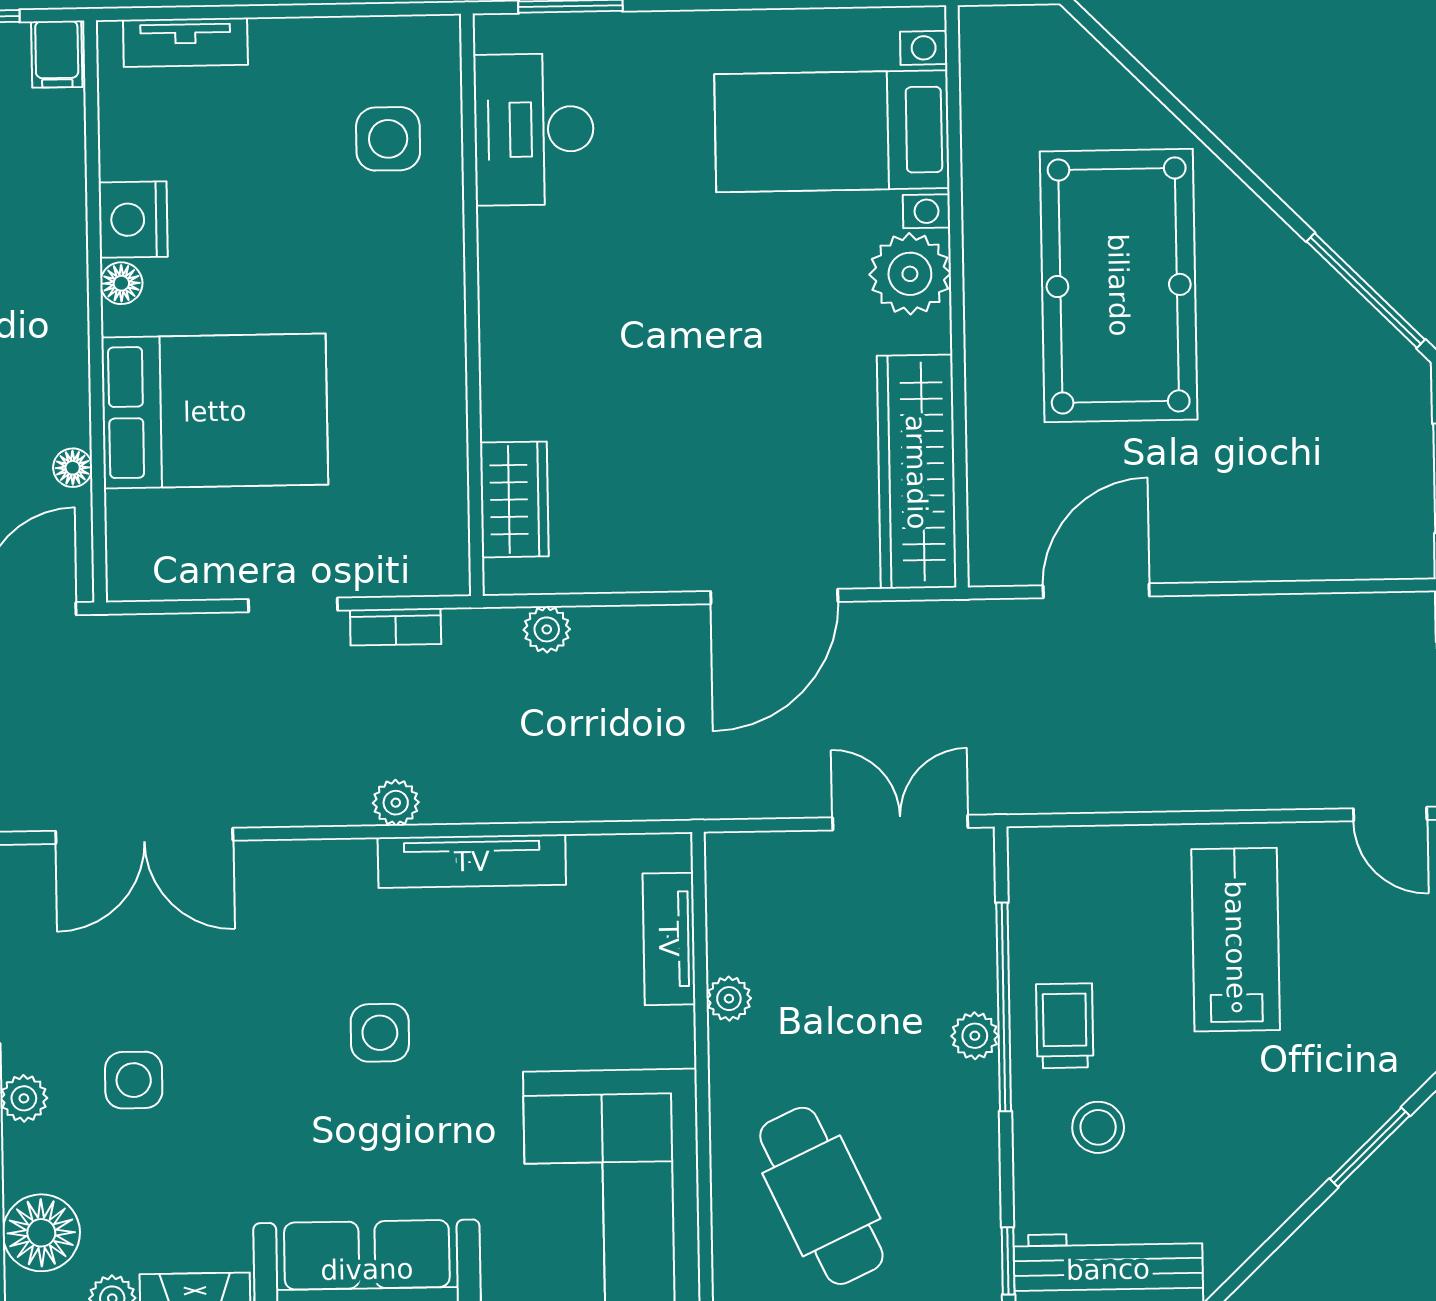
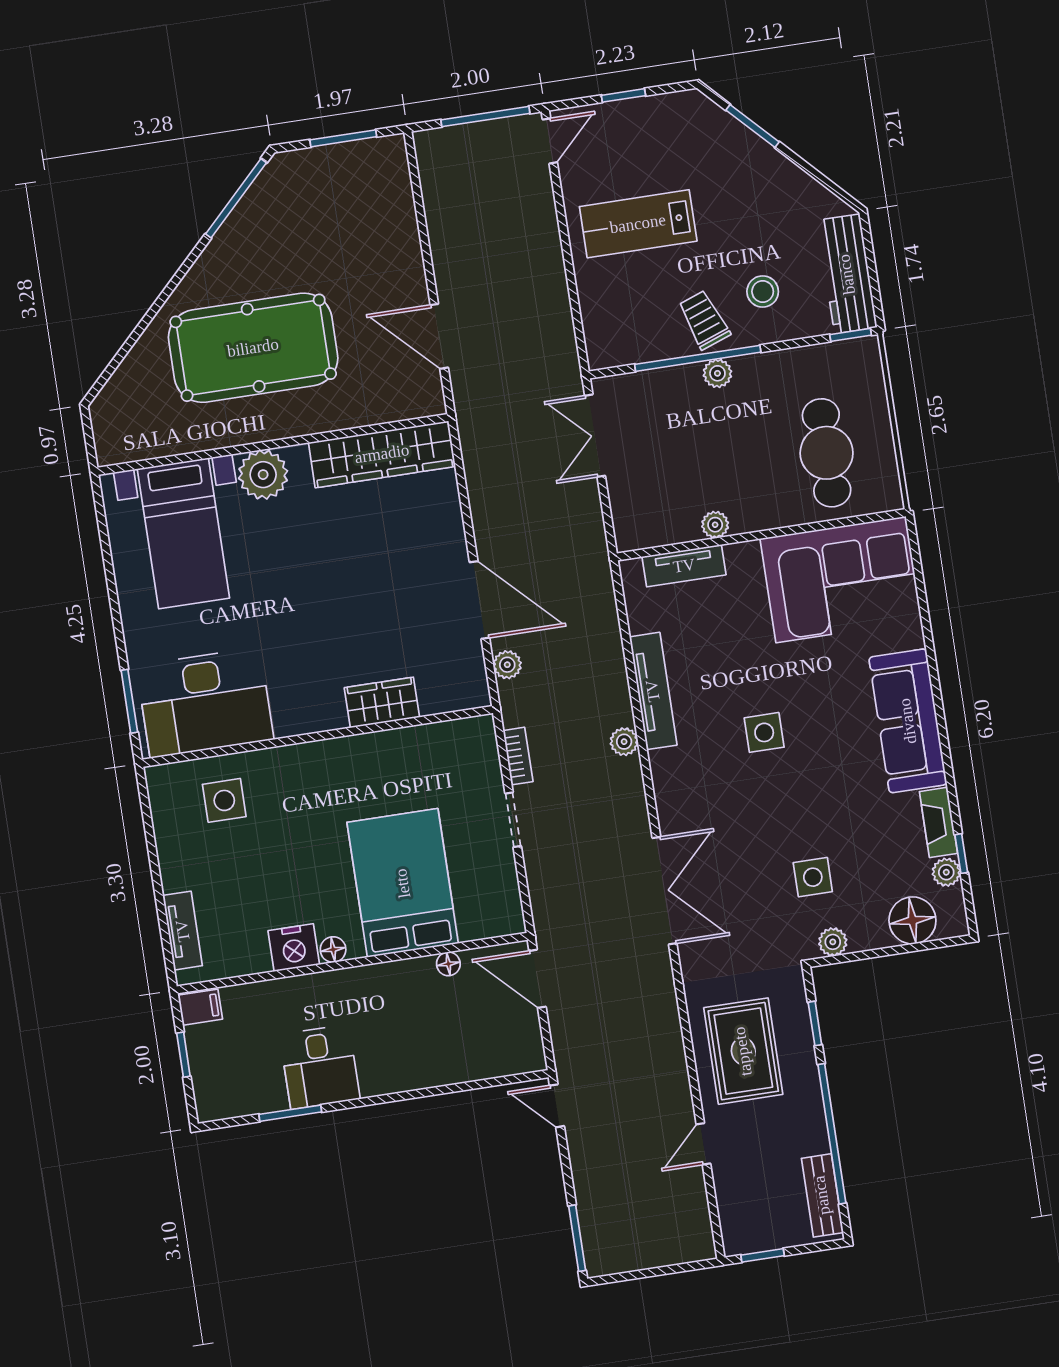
desk: (534, 129) -> (205, 703), width x1.36, depth x1.30
wardrobe: (514, 499) -> (382, 702), moved
door: (774, 596) -> (479, 600), moved
trolley: (1065, 1026) -> (704, 320), turned 70
cafe table: (821, 1196) -> (827, 453), turned -65

